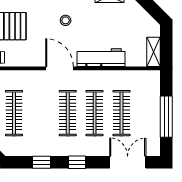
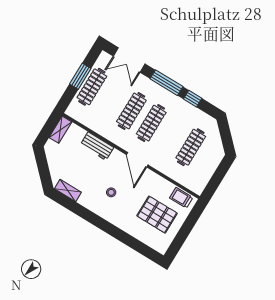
workbench: (101, 58) -> (97, 146), width x0.73
clothes rail: (121, 113) -> (92, 87), moved
window: (166, 117) -> (80, 76), width x0.69
window: (77, 162) -> (166, 83), width x2.17

